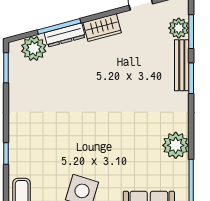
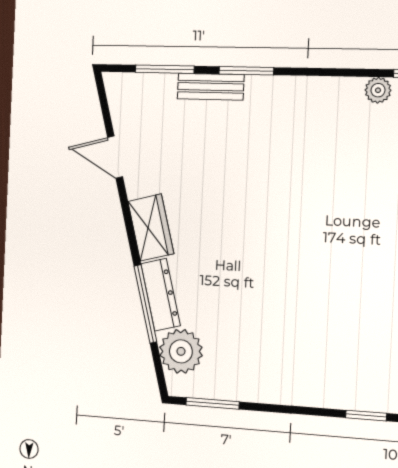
plant: (179, 28) -> (158, 91), removed
bench: (182, 65) -> (211, 87), width x0.73
plant: (176, 145) -> (378, 90), width x0.53, depth x0.53

